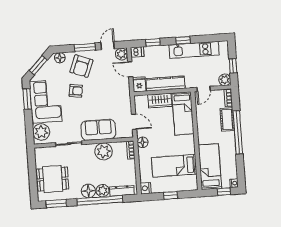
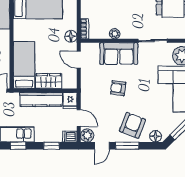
armchair: (76, 91) -> (118, 88), moved
plant: (104, 151) -> (115, 34), width x0.53, depth x0.53

